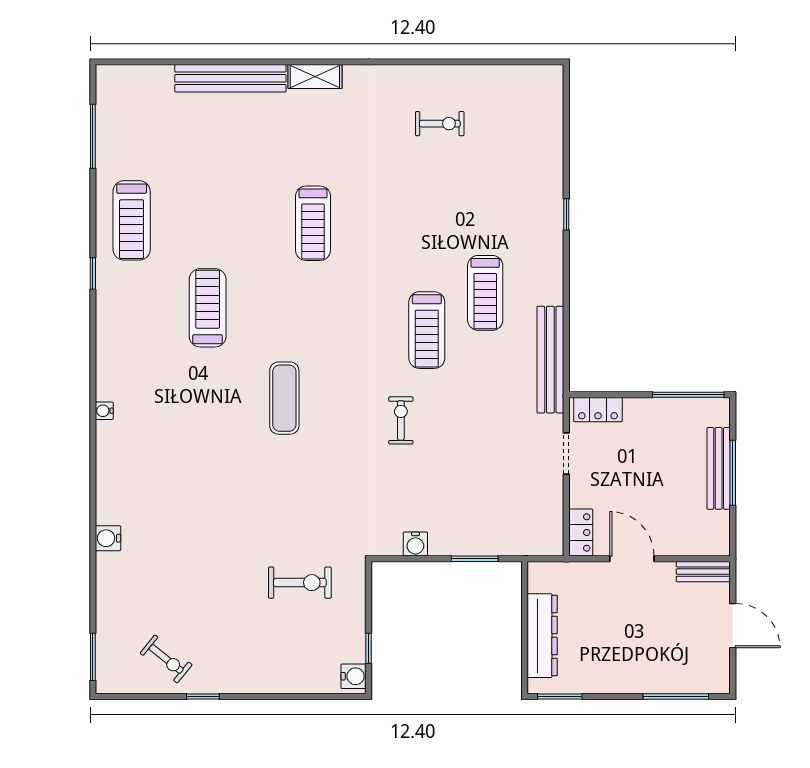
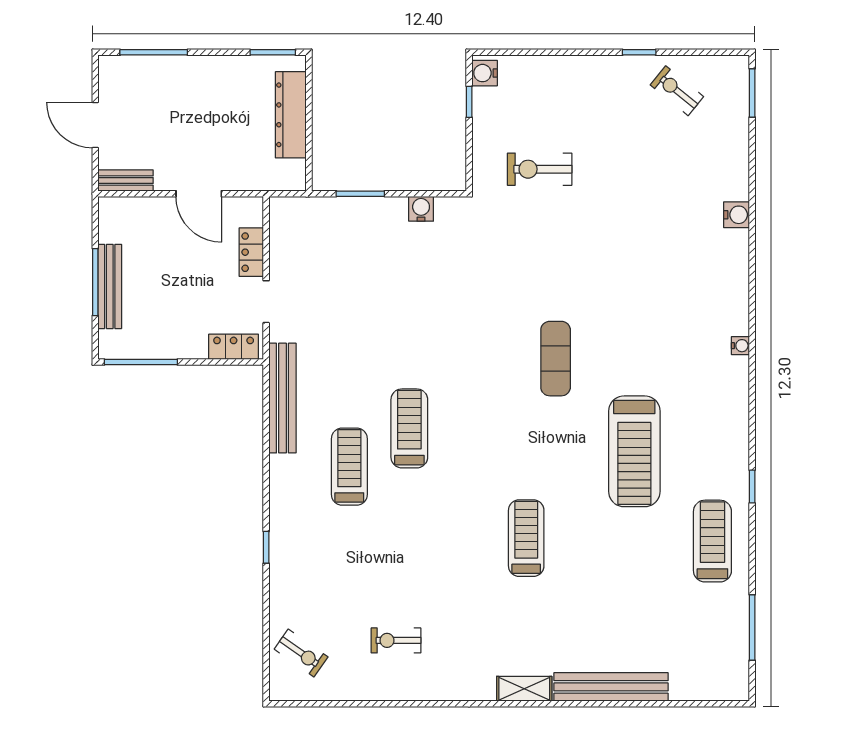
treadmill: (208, 308) -> (634, 451), width x1.37, depth x1.38
exercise bike: (401, 420) -> (301, 653), moved, turned -55
locker: (581, 532) -> (251, 252), moved

